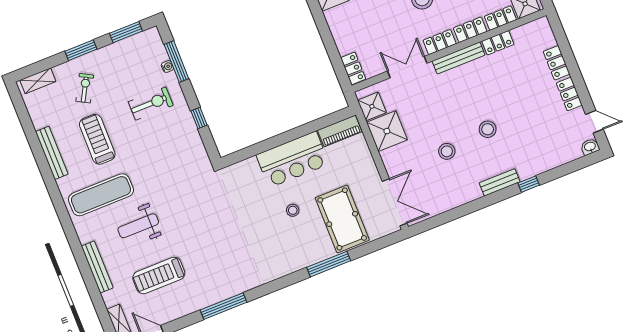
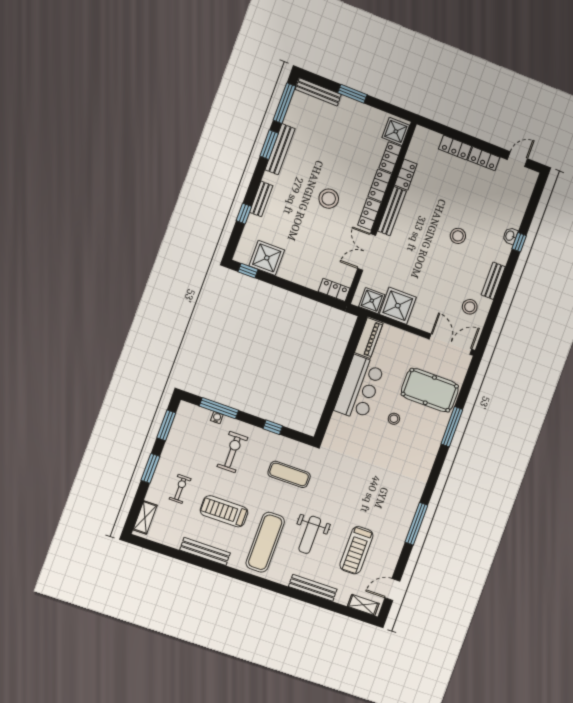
exercise bike: (85, 88) -> (180, 489), turned 61
washbasin: (590, 147) -> (510, 236), moved
stool: (447, 151) -> (470, 307), moved
exercise mat: (172, 165) -> (289, 474), added
bench: (500, 182) -> (493, 281), moved

